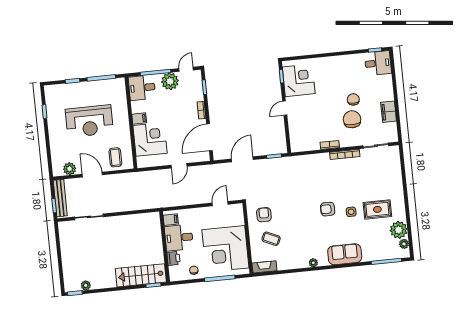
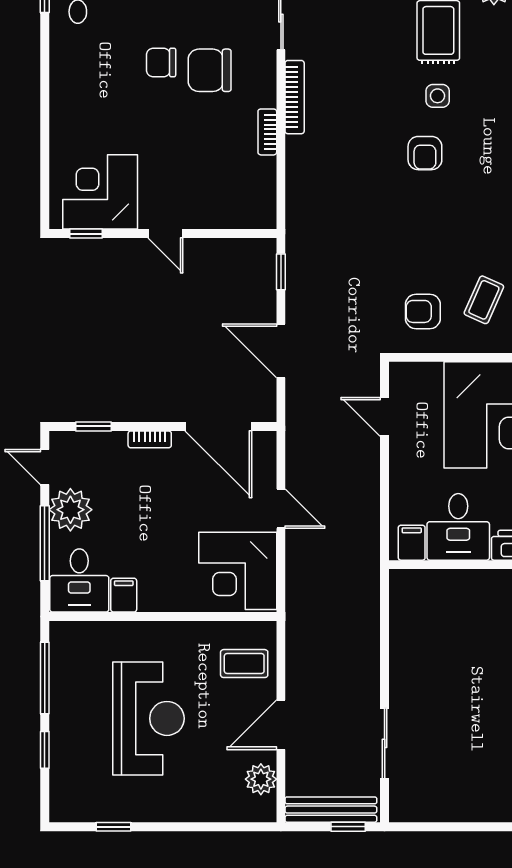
filing cabinet: (139, 119) -> (124, 595), moved
corner desk: (150, 139) -> (238, 571), moved, turned -90

